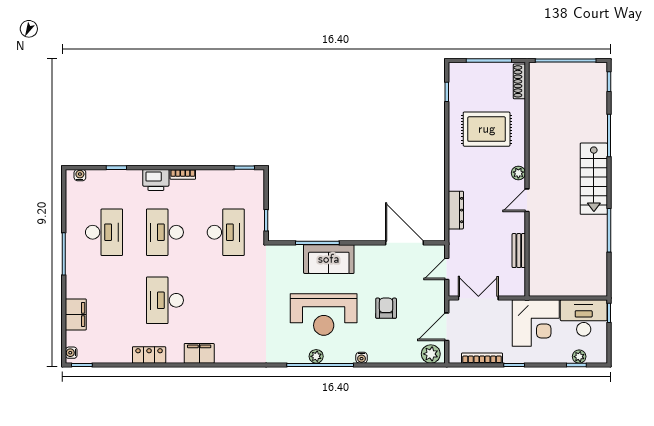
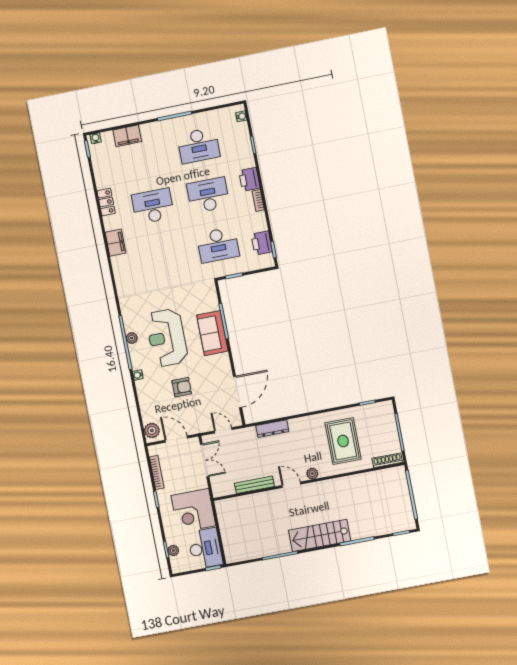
printer: (234, 180) -> (262, 243), added
bench: (519, 251) -> (254, 485), width x1.36

